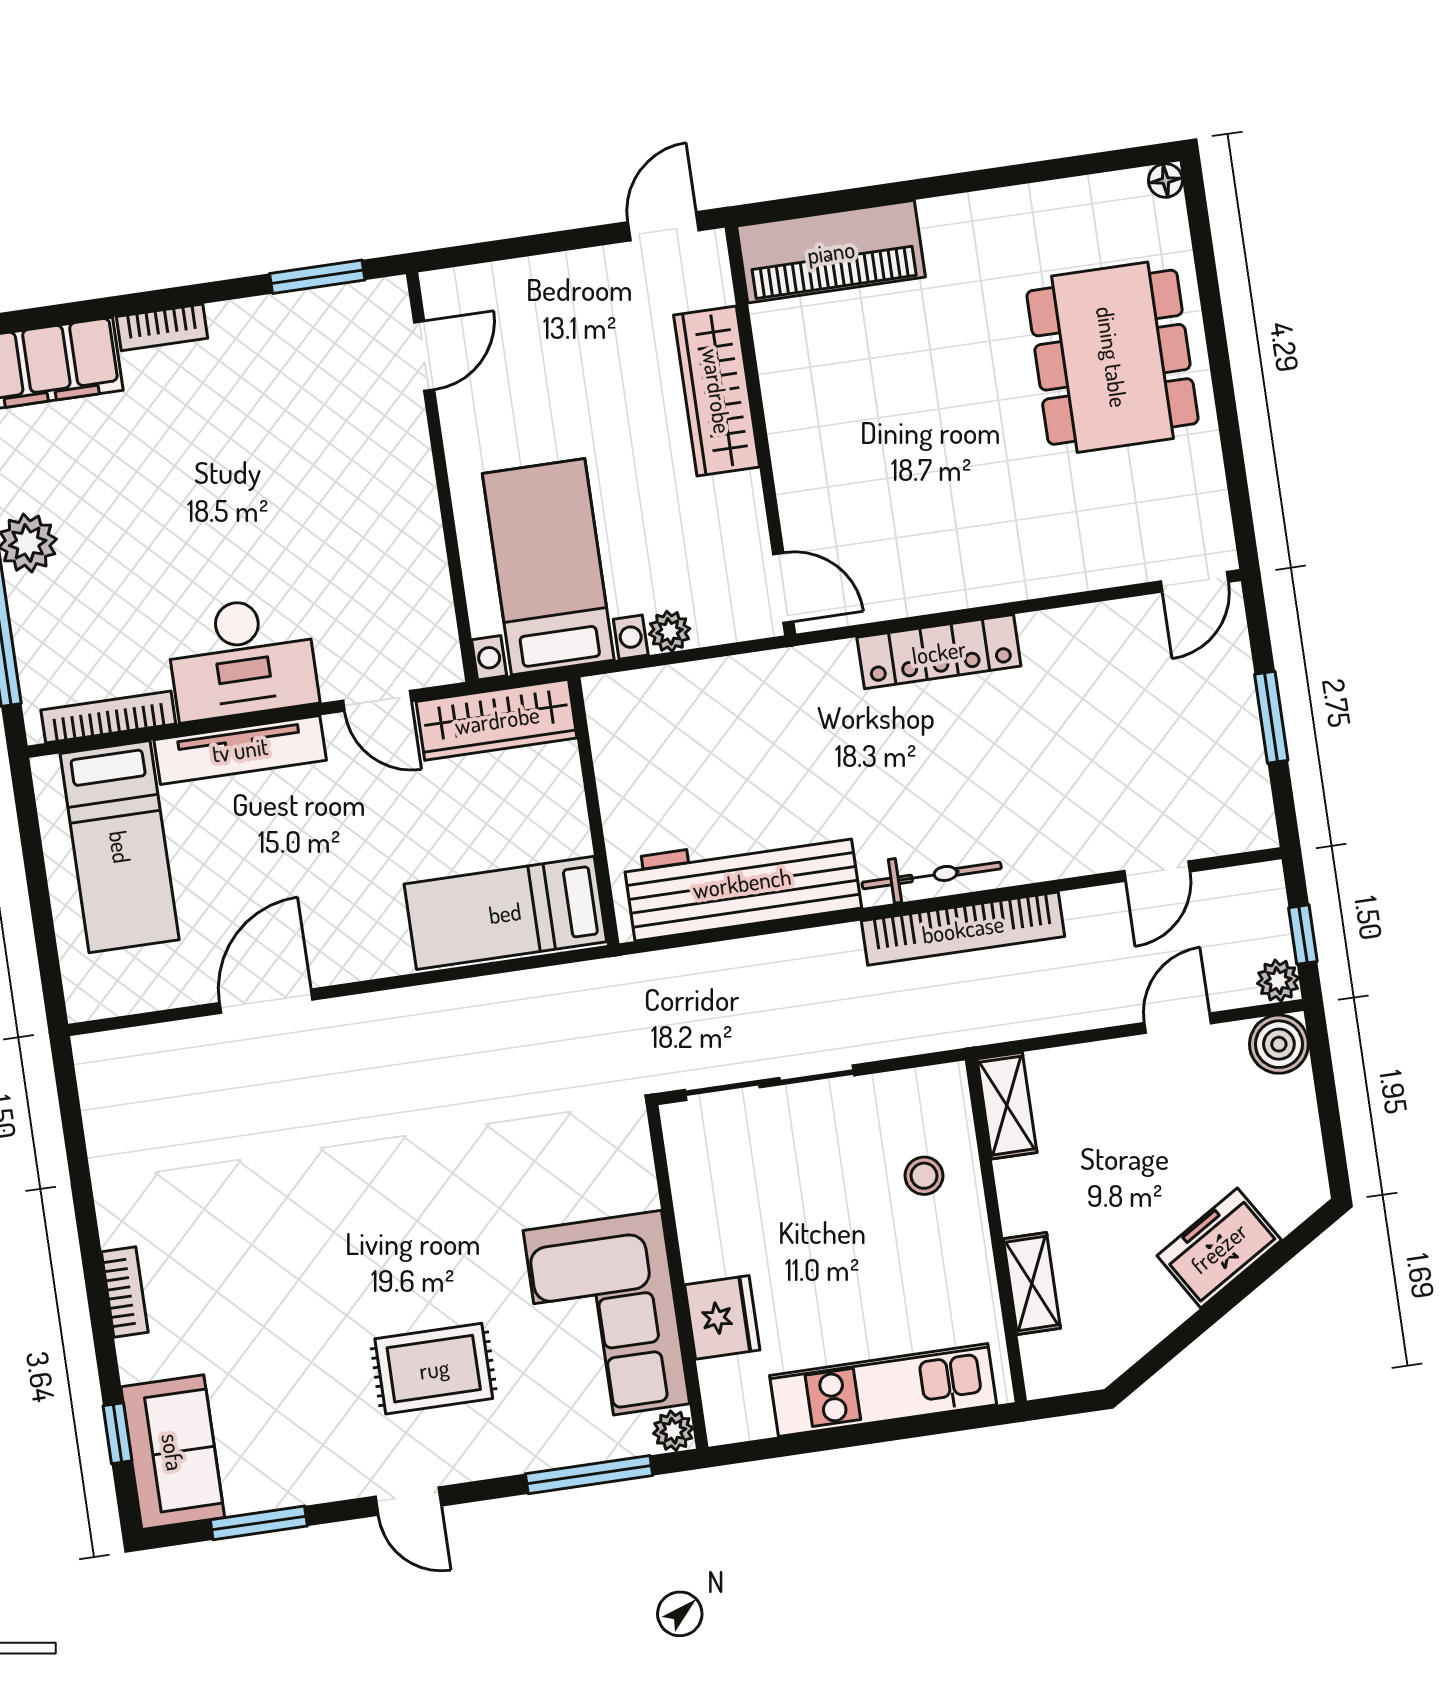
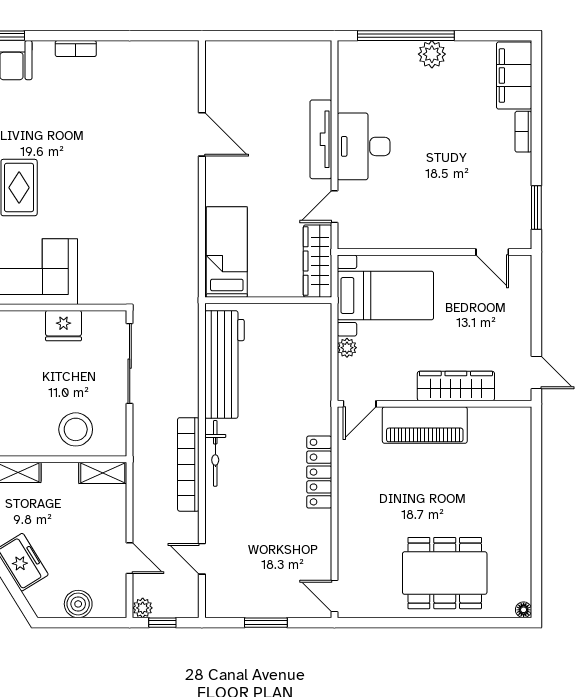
piano: (831, 252) -> (425, 425), moved, turned -90
bookcase: (108, 717) -> (345, 80), removed
bed: (120, 847) -> (284, 76), removed
boiler: (1279, 1044) -> (78, 604), moved
stool: (924, 1176) -> (76, 429), width x1.89, depth x1.89
fridge: (722, 1317) -> (64, 326), moved

